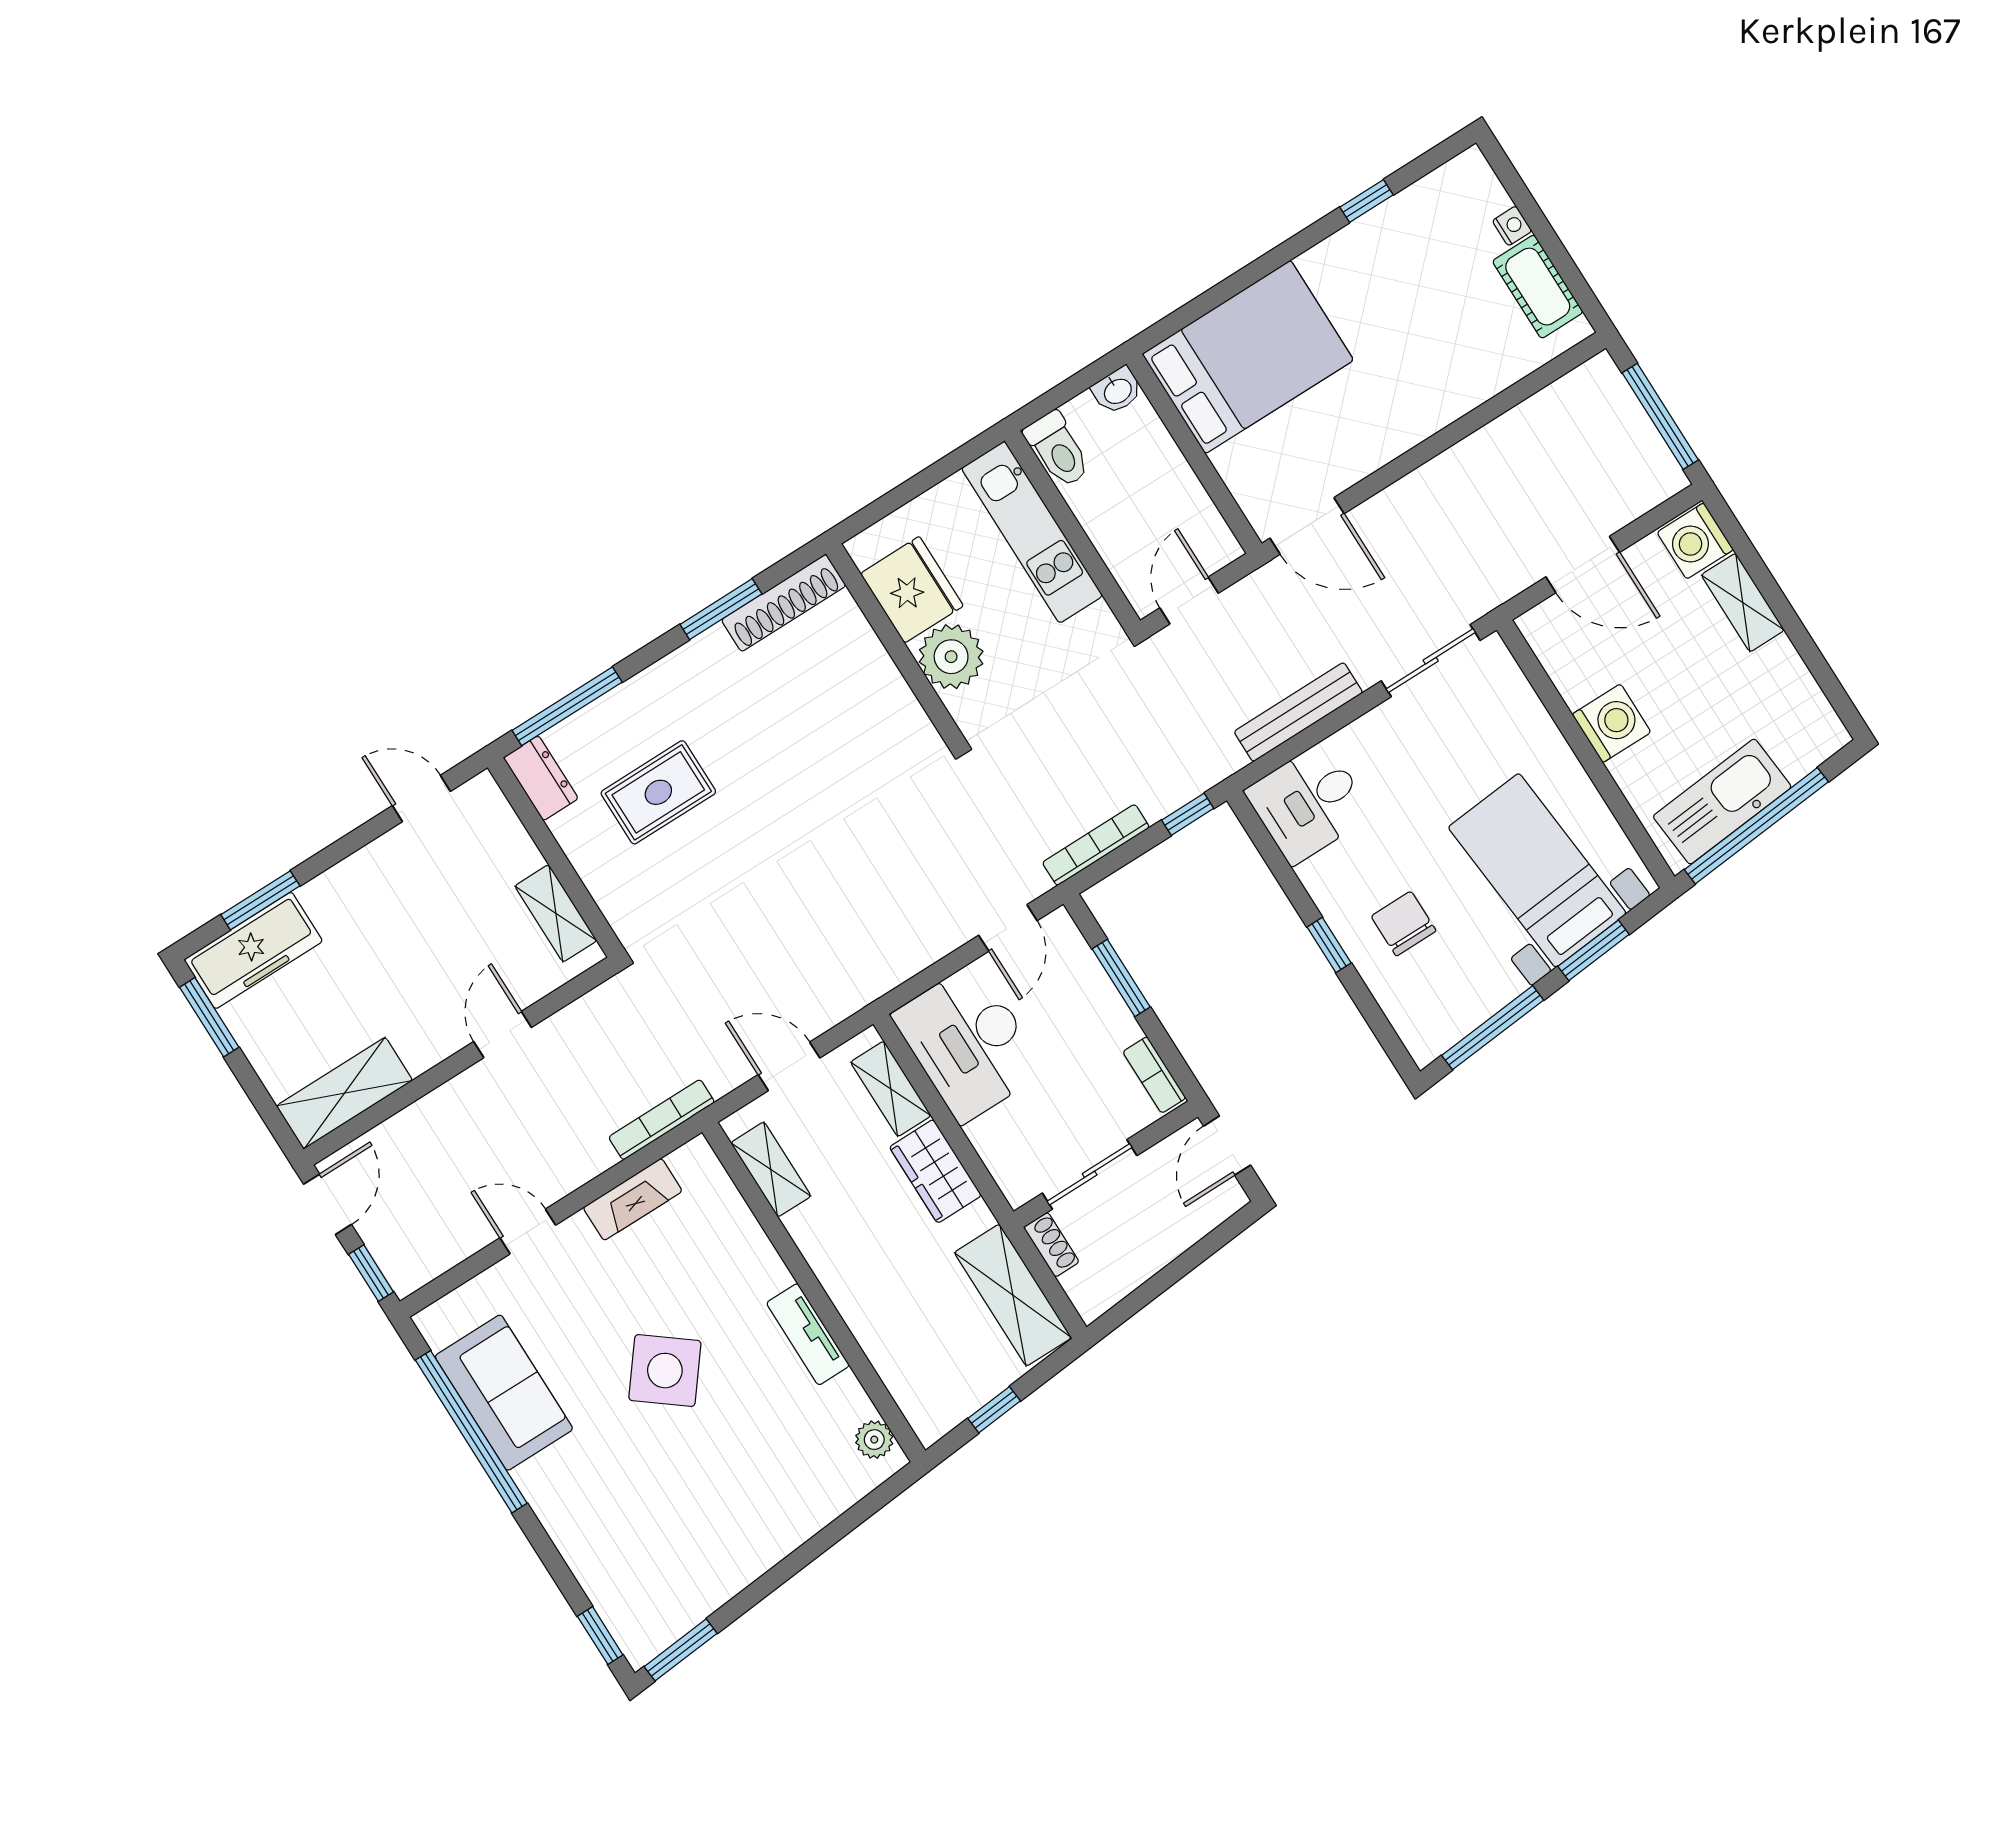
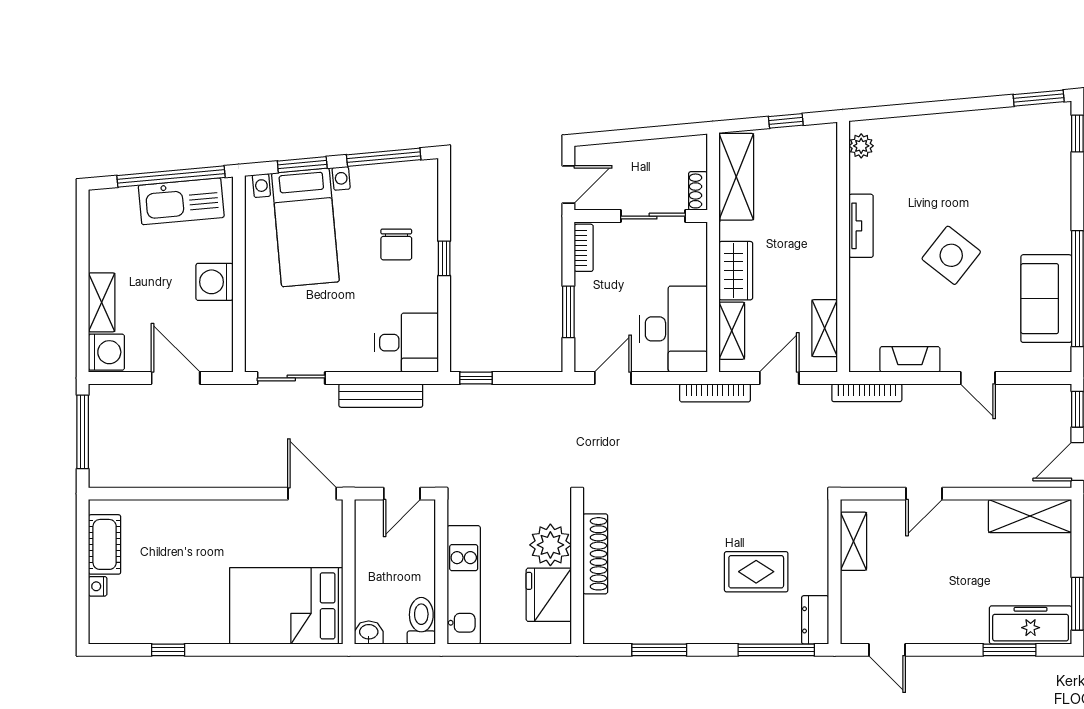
shoe rack: (784, 603) -> (595, 554), moved, turned 90
bookcase: (1096, 845) -> (715, 393), moved
door: (789, 1066) -> (779, 378), swing flipped

